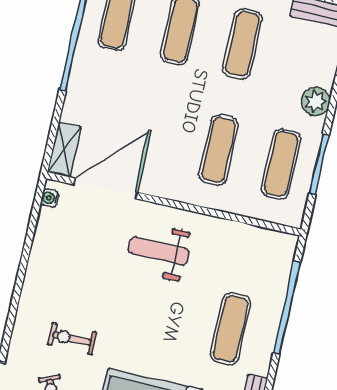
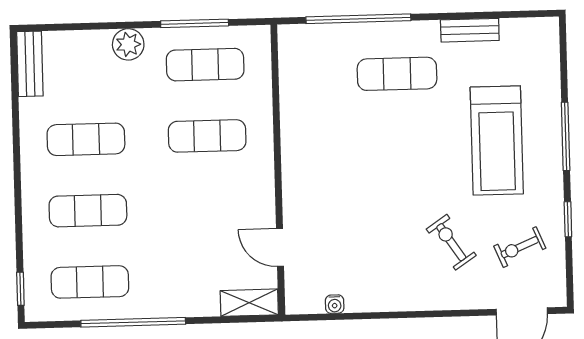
door: (106, 188) -> (280, 247), width x0.53
water cooler: (50, 198) -> (335, 304), moved
weight bench: (159, 251) -> (333, 173), removed
exercise bike: (72, 339) -> (451, 242), turned 146

